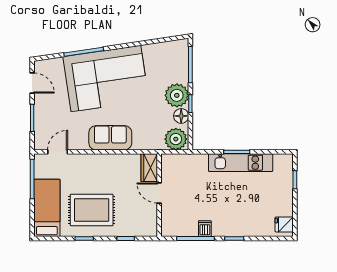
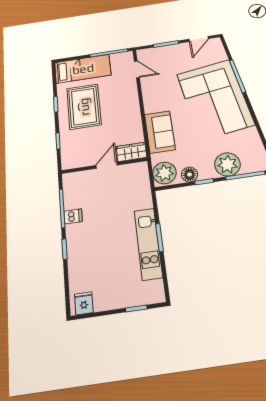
plant: (177, 95) -> (227, 164), moved
sofa: (110, 138) -> (160, 132), moved

